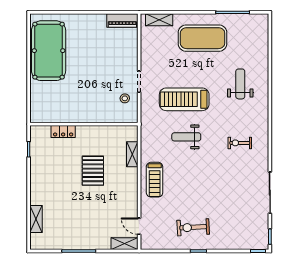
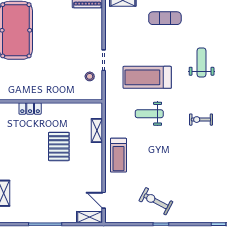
exercise mat: (203, 38) -> (165, 18), width x0.50, depth x0.69
exercise bike: (193, 227) -> (156, 201), turned 31

